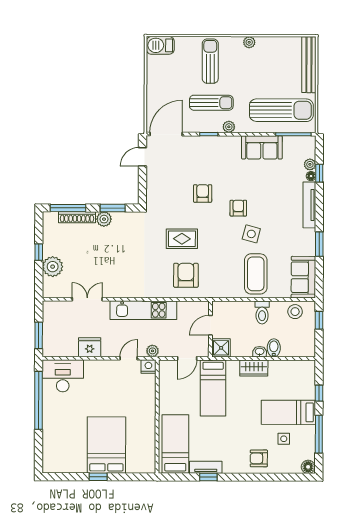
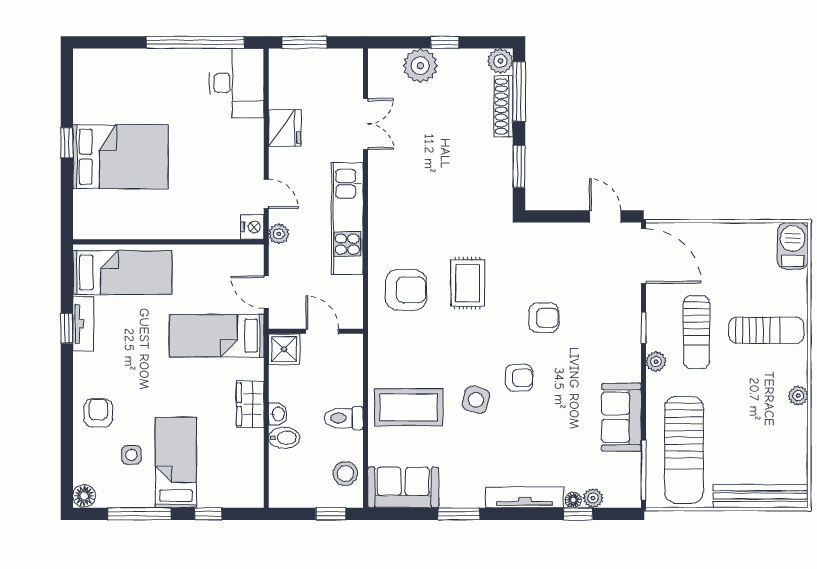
plant: (104, 219) -> (500, 61), moved

